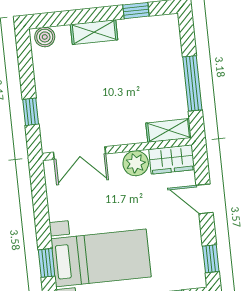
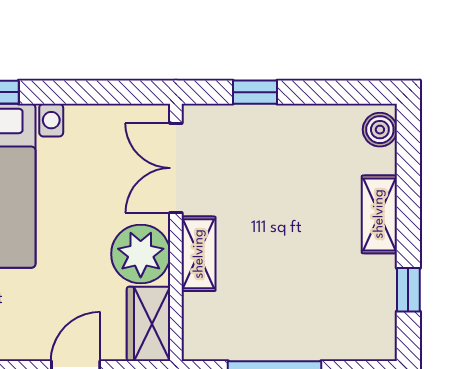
shelving: (169, 130) -> (199, 254), moved
plant: (136, 163) -> (141, 254), width x1.36, depth x1.36

